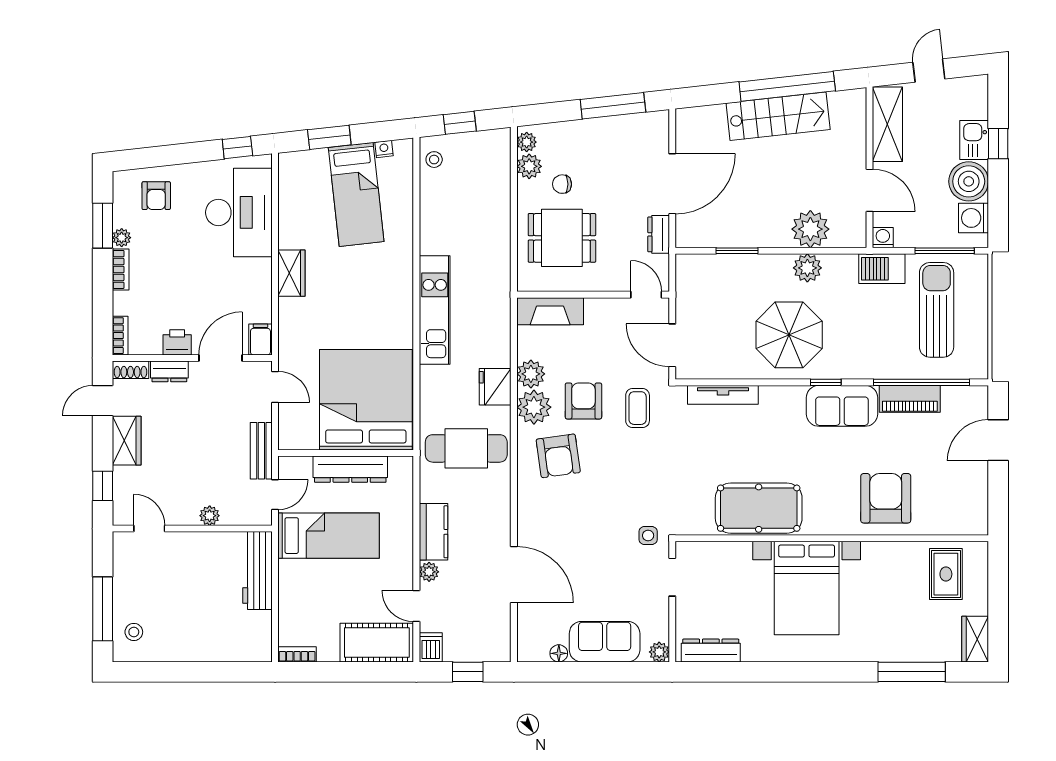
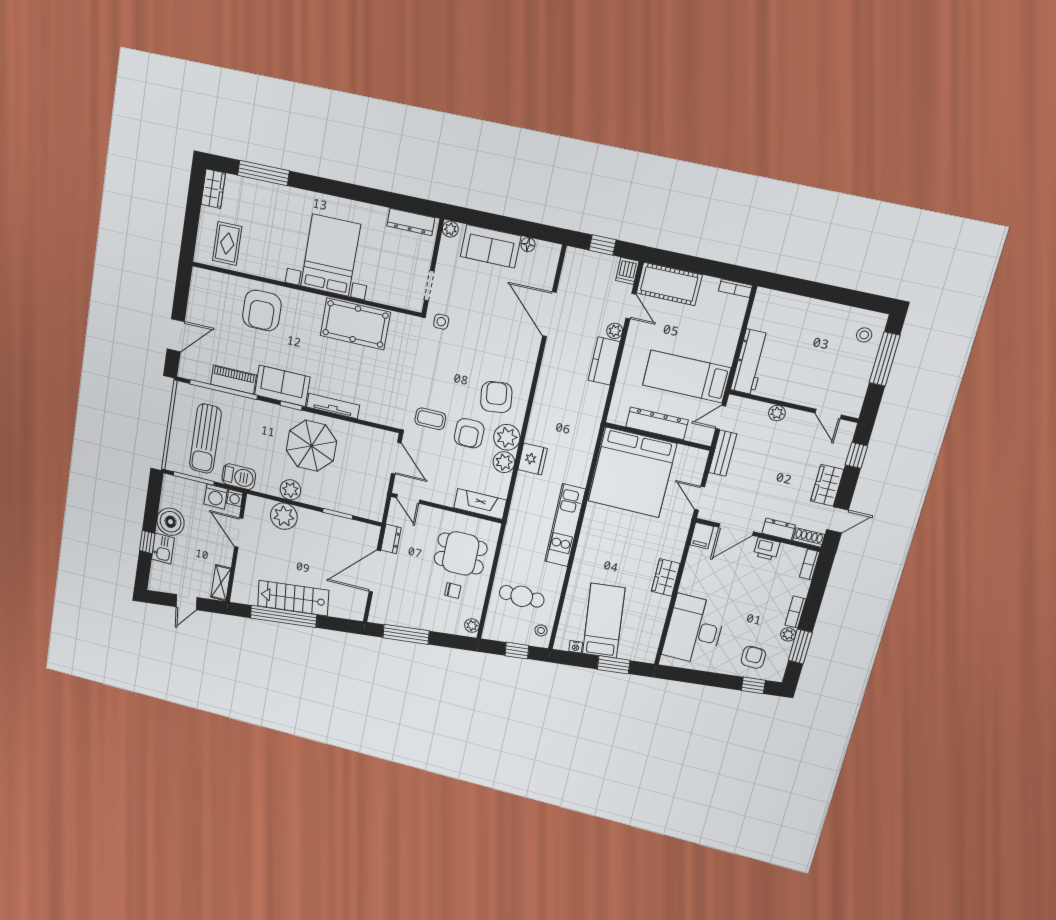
shelving: (887, 124) -> (221, 583), width x0.67, depth x0.75
window: (237, 148) -> (753, 685), moved
plant: (529, 166) -> (474, 609), removed
washing machine: (974, 218) -> (216, 497), moved, turned 90
tv unit: (723, 395) -> (333, 406), moved
coffee table: (638, 408) -> (430, 419), turned 90
cafe table: (466, 448) -> (522, 596), moved, width x0.73, depth x0.74

